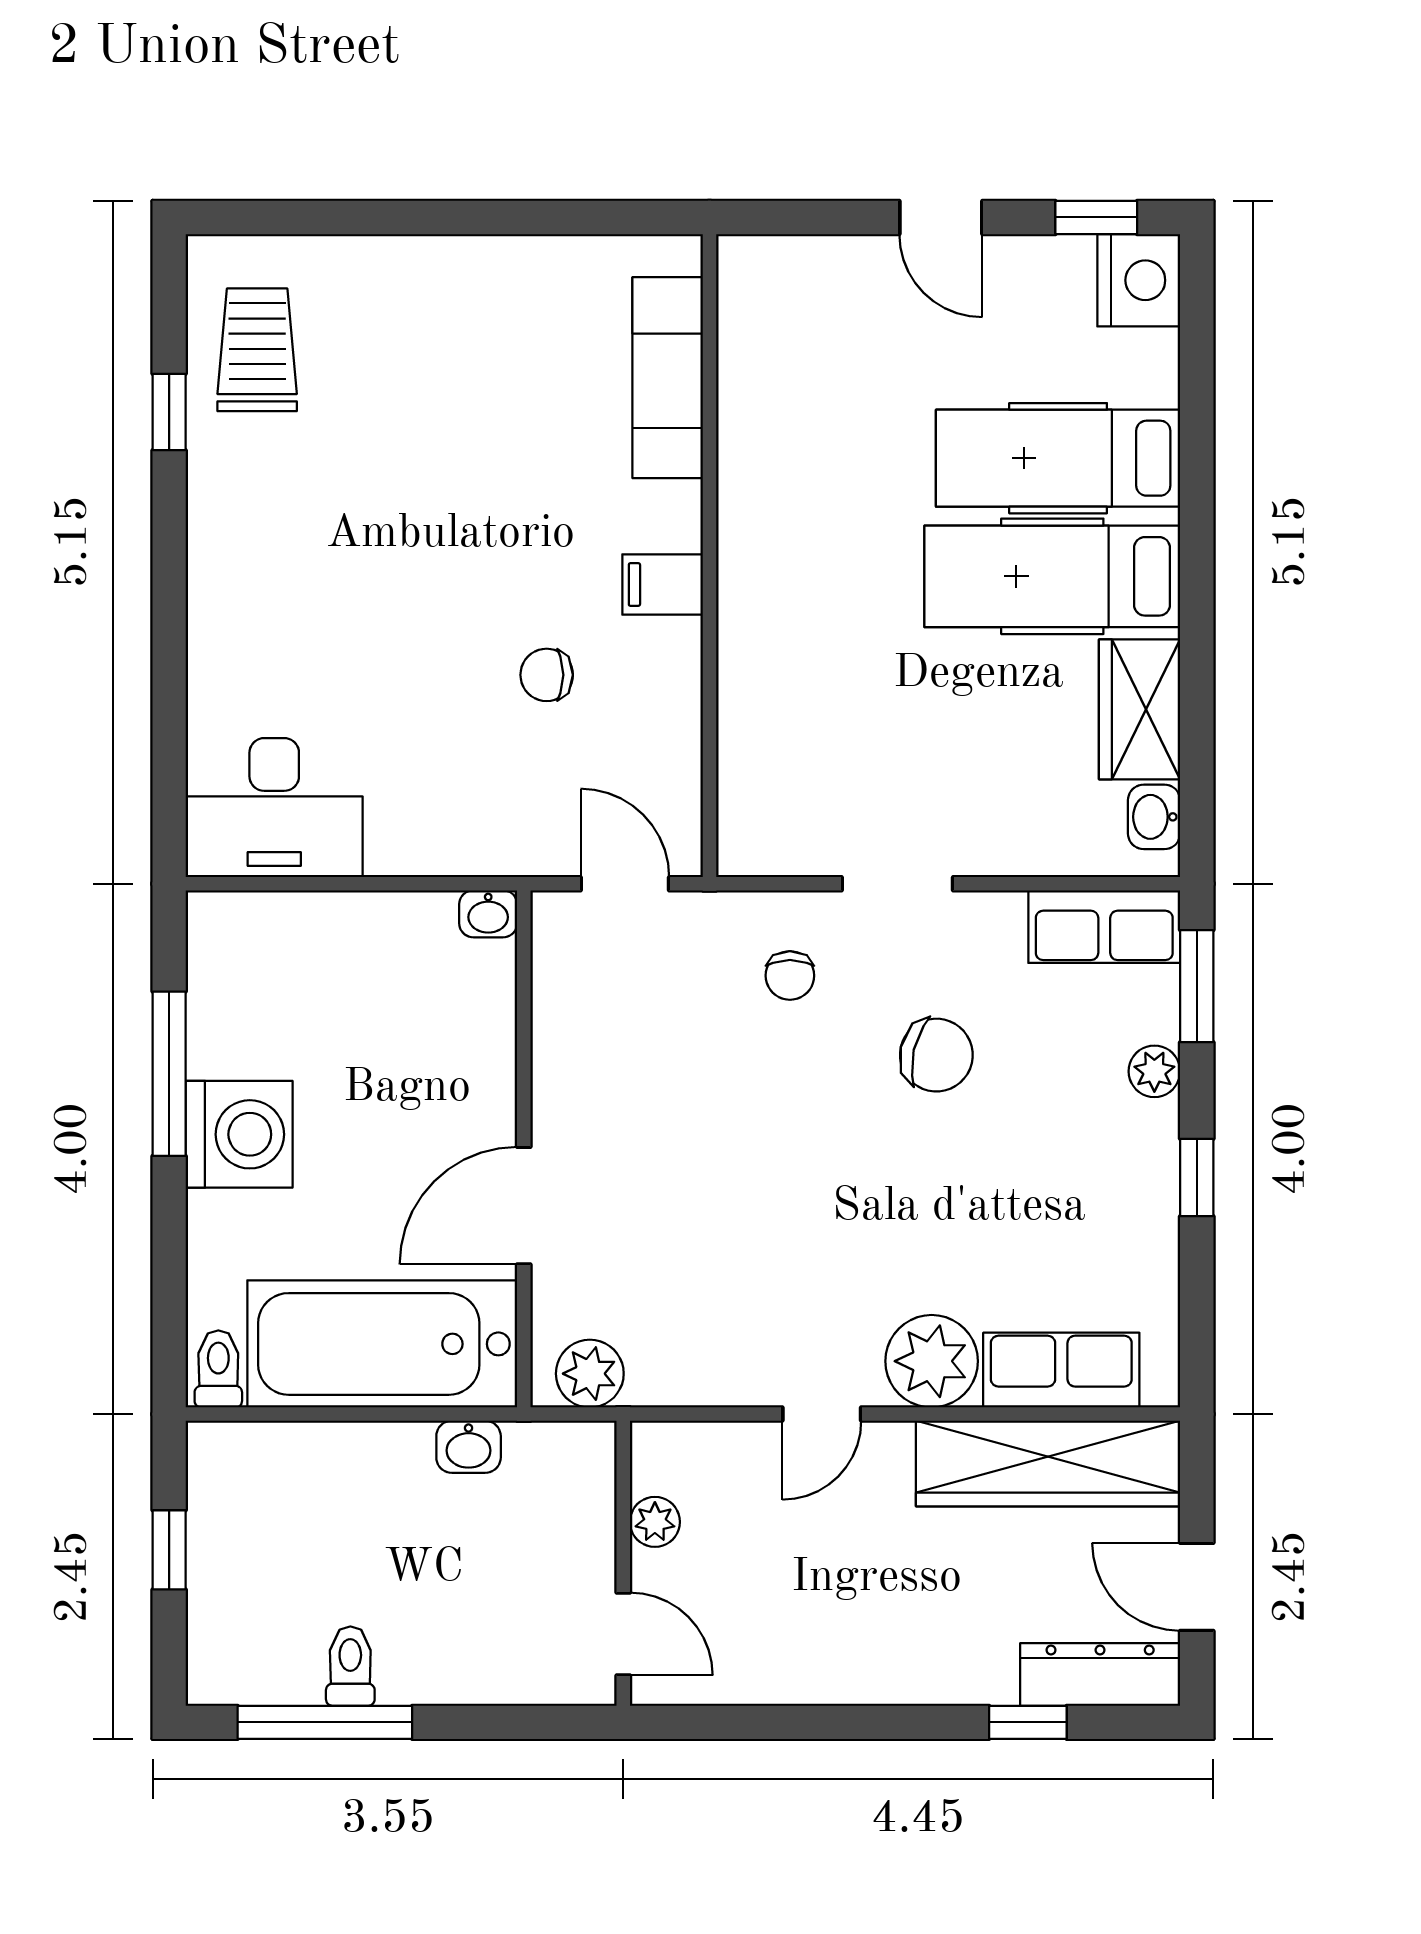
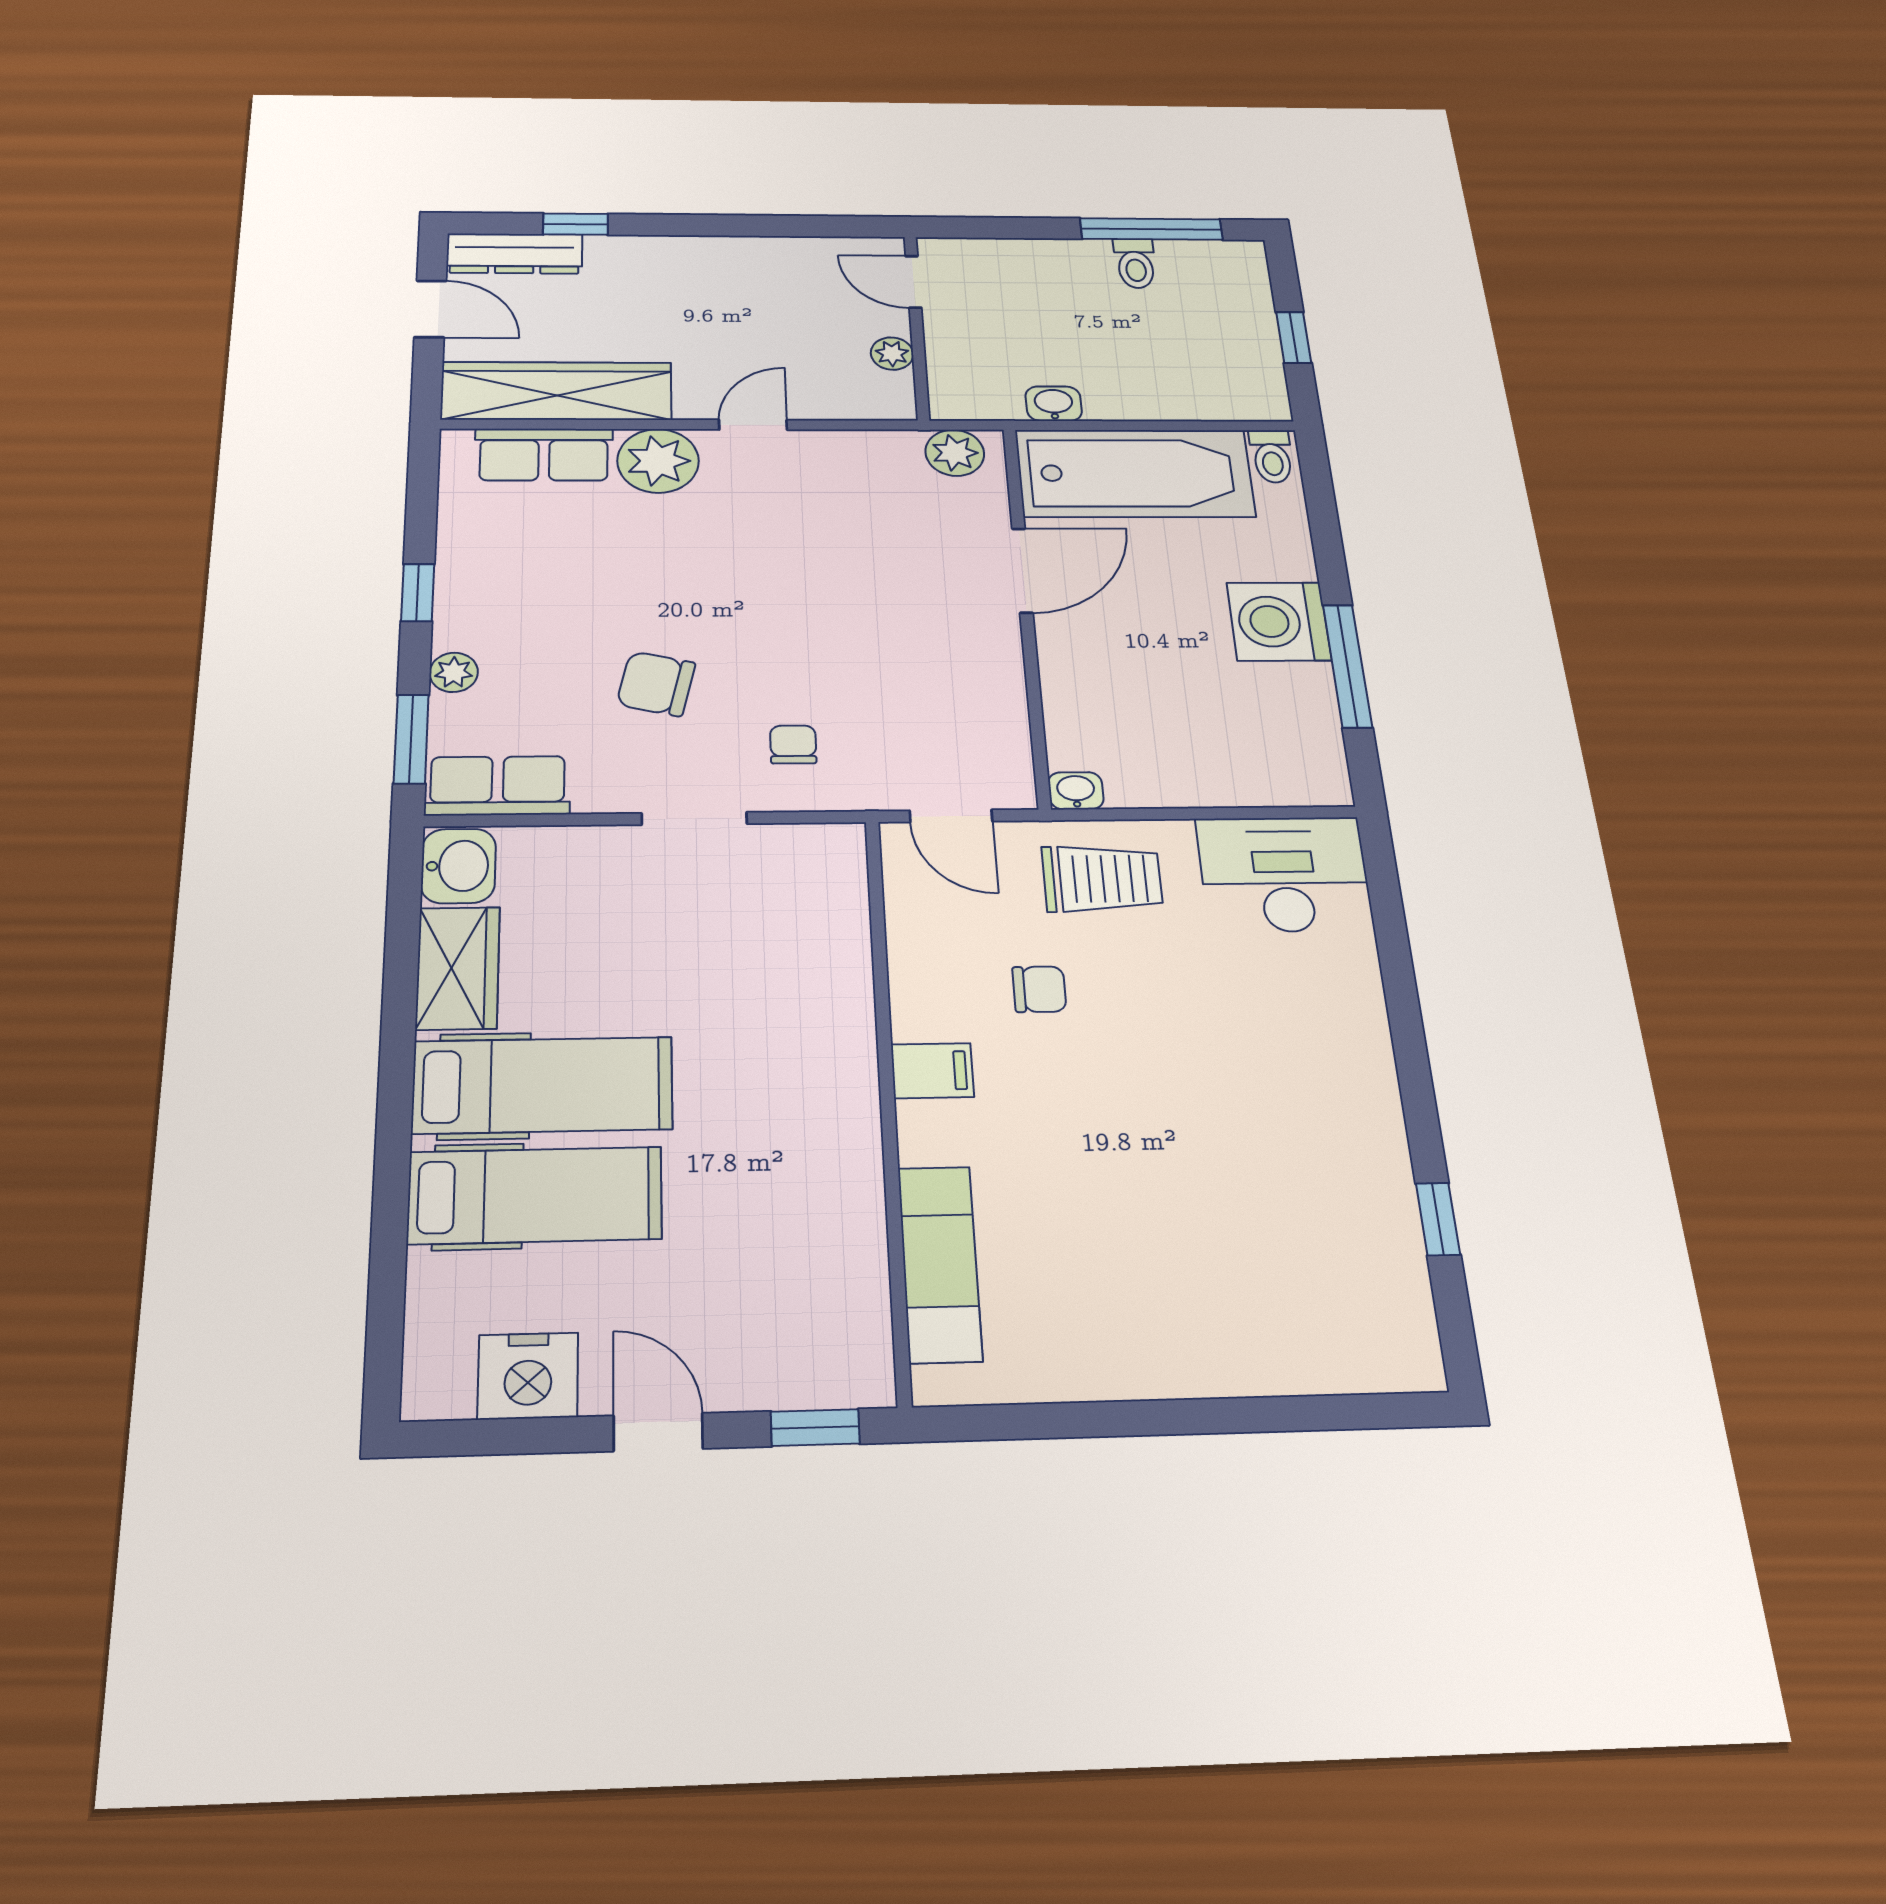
window: (1096, 217) -> (815, 1428), moved
nightstand: (1139, 280) -> (528, 1376), moved, turned -90
trolley: (257, 350) -> (1102, 879), moved, turned -90
washbasin: (1154, 817) -> (458, 866), width x1.38, depth x1.45

